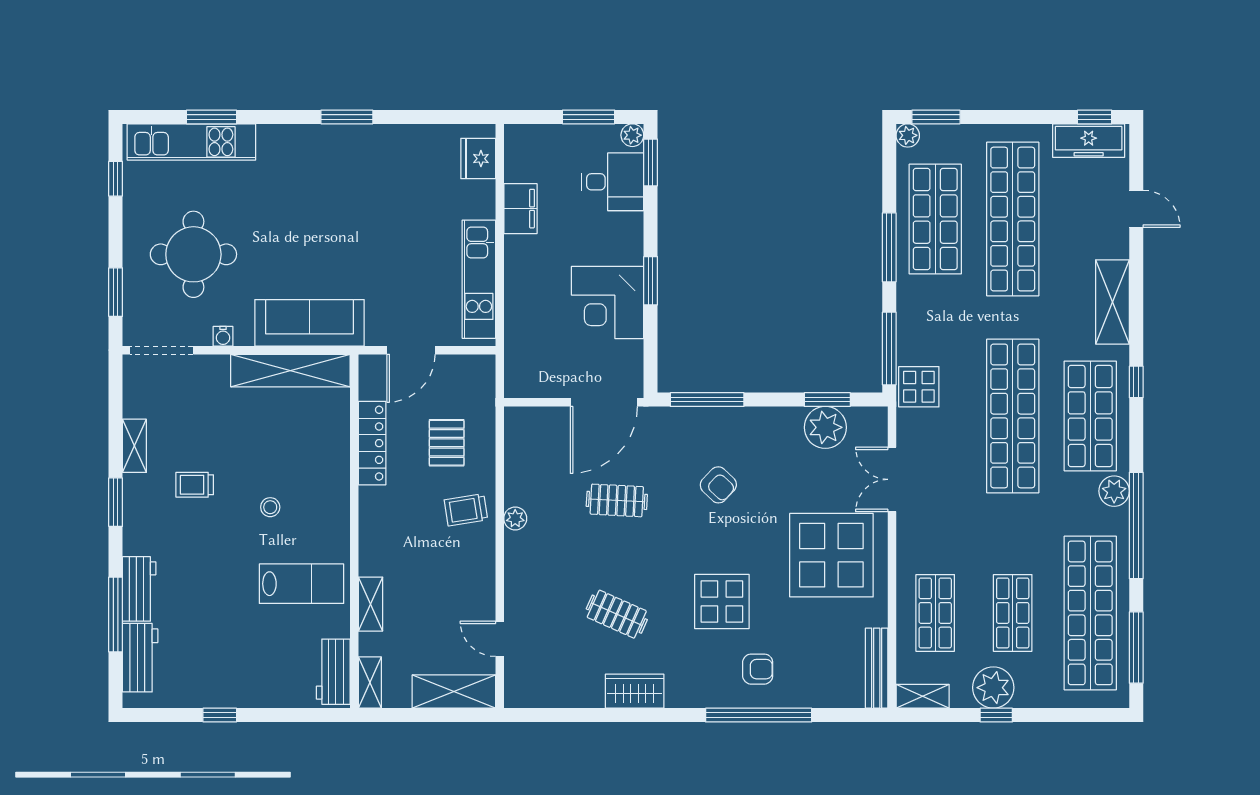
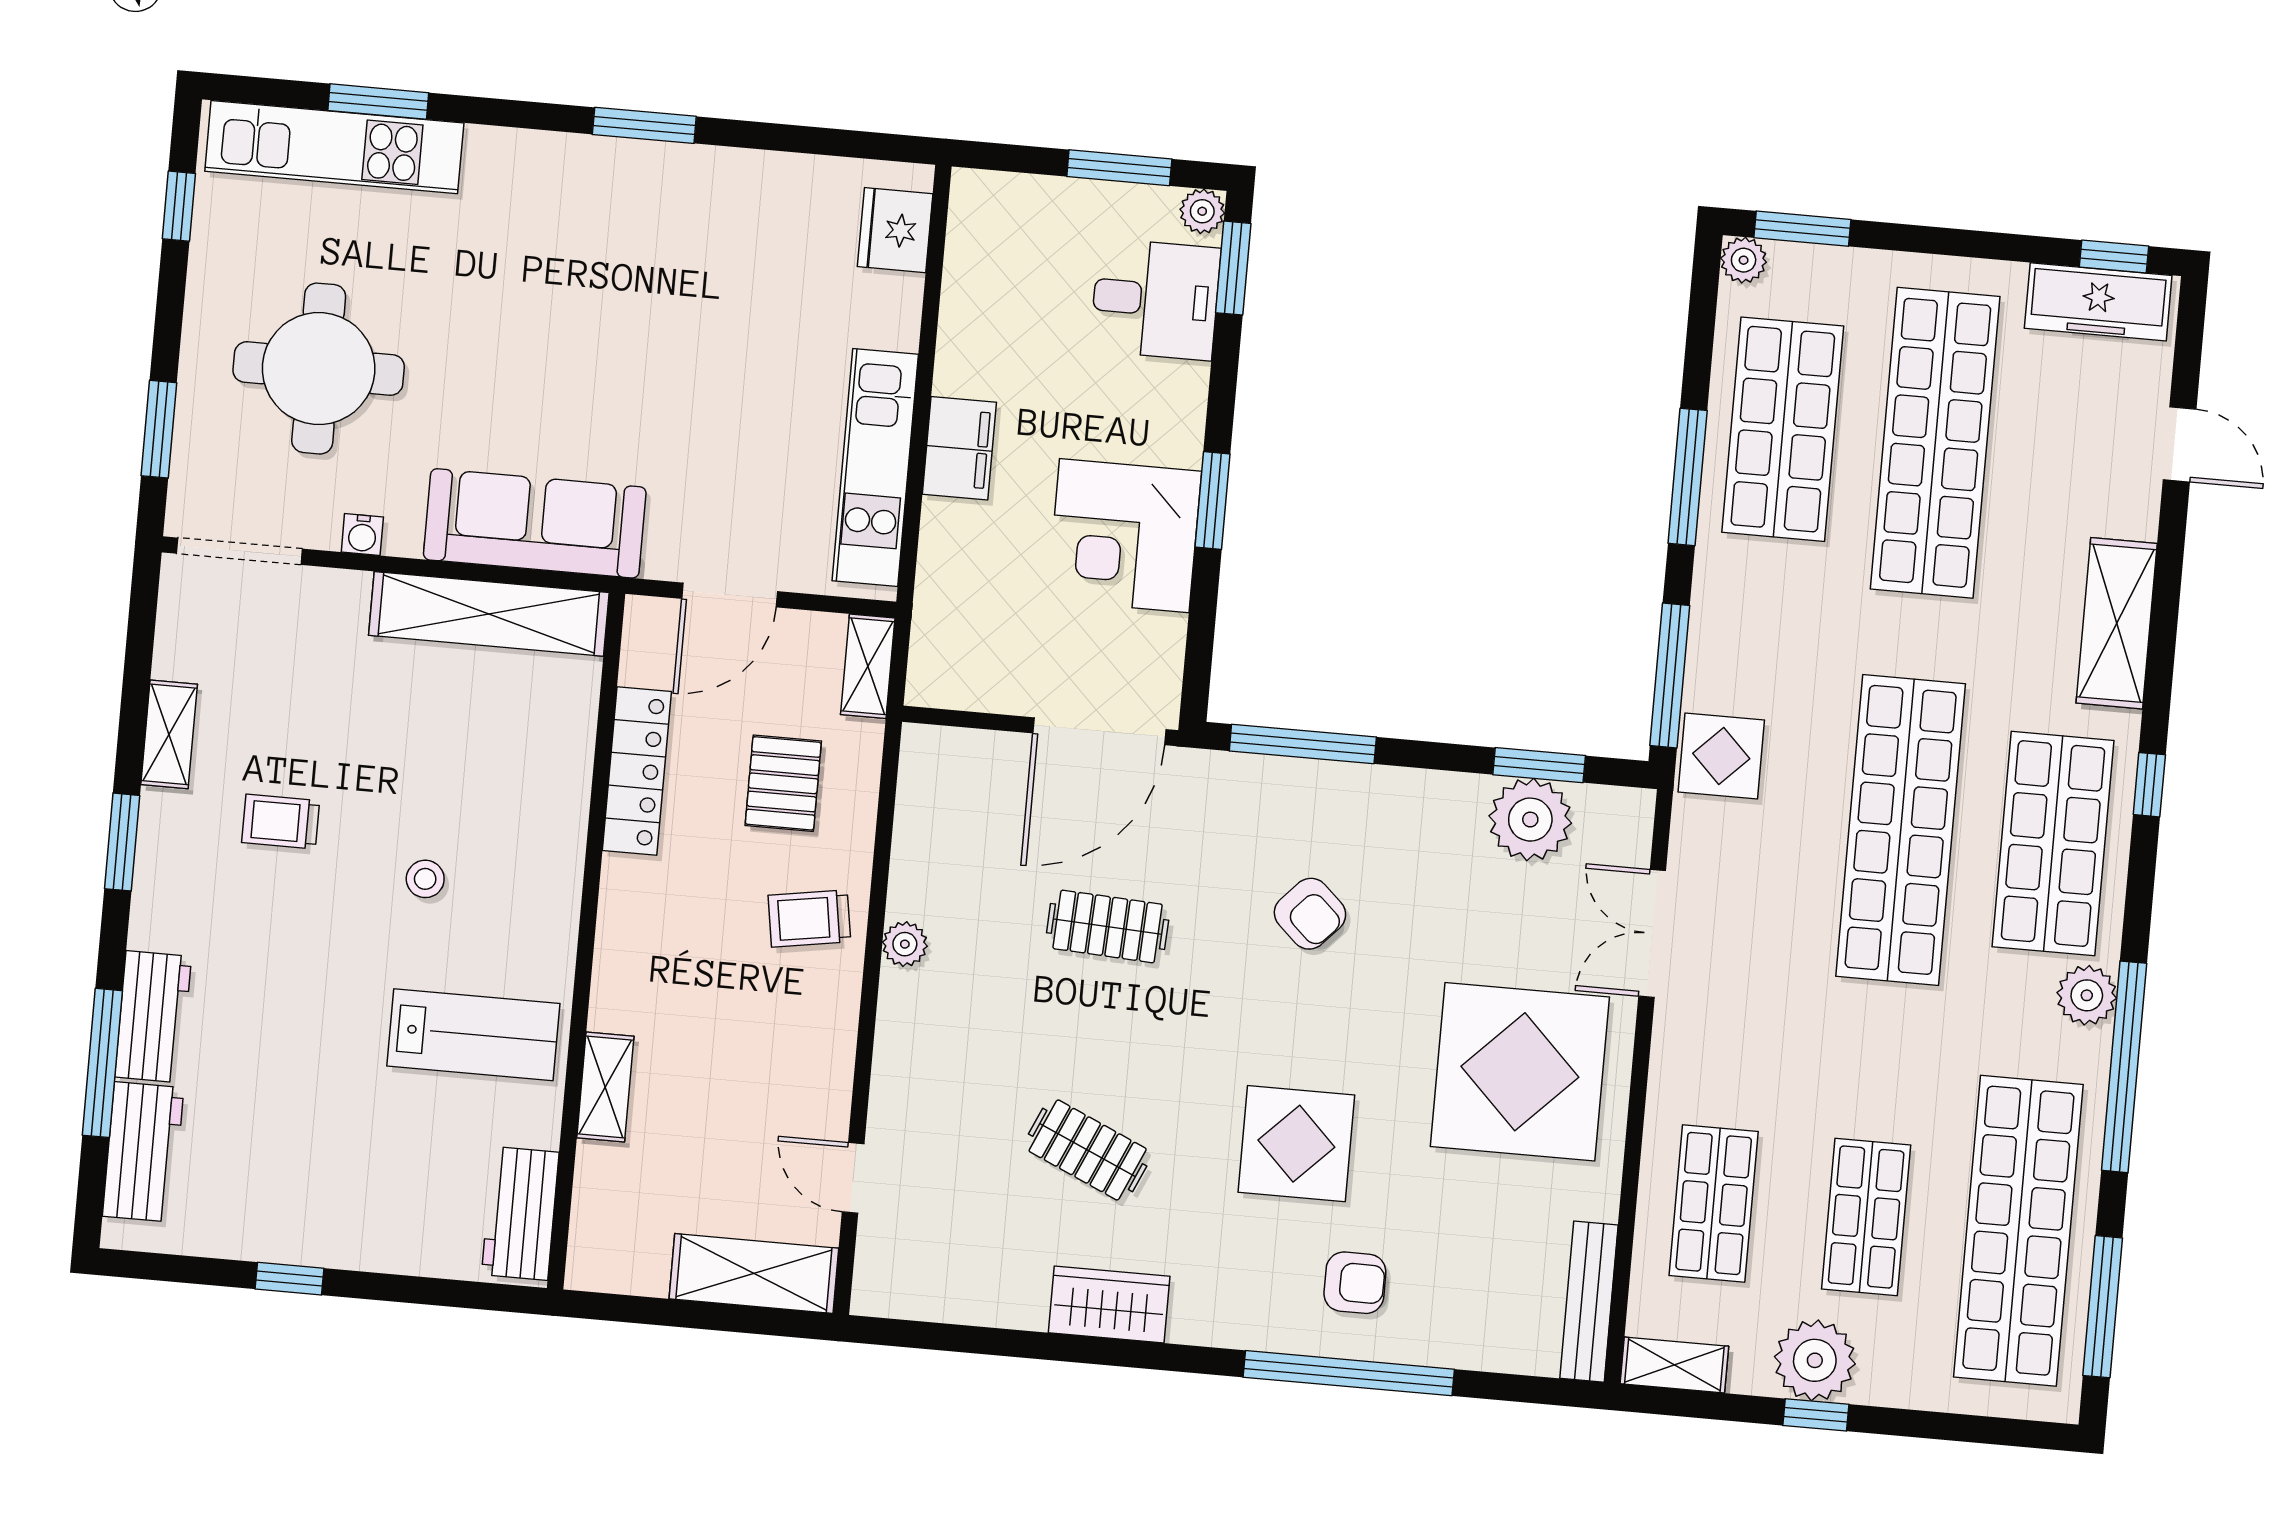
filing cabinet: (520, 209) -> (959, 448), moved
shelving: (370, 683) -> (868, 666), moved

